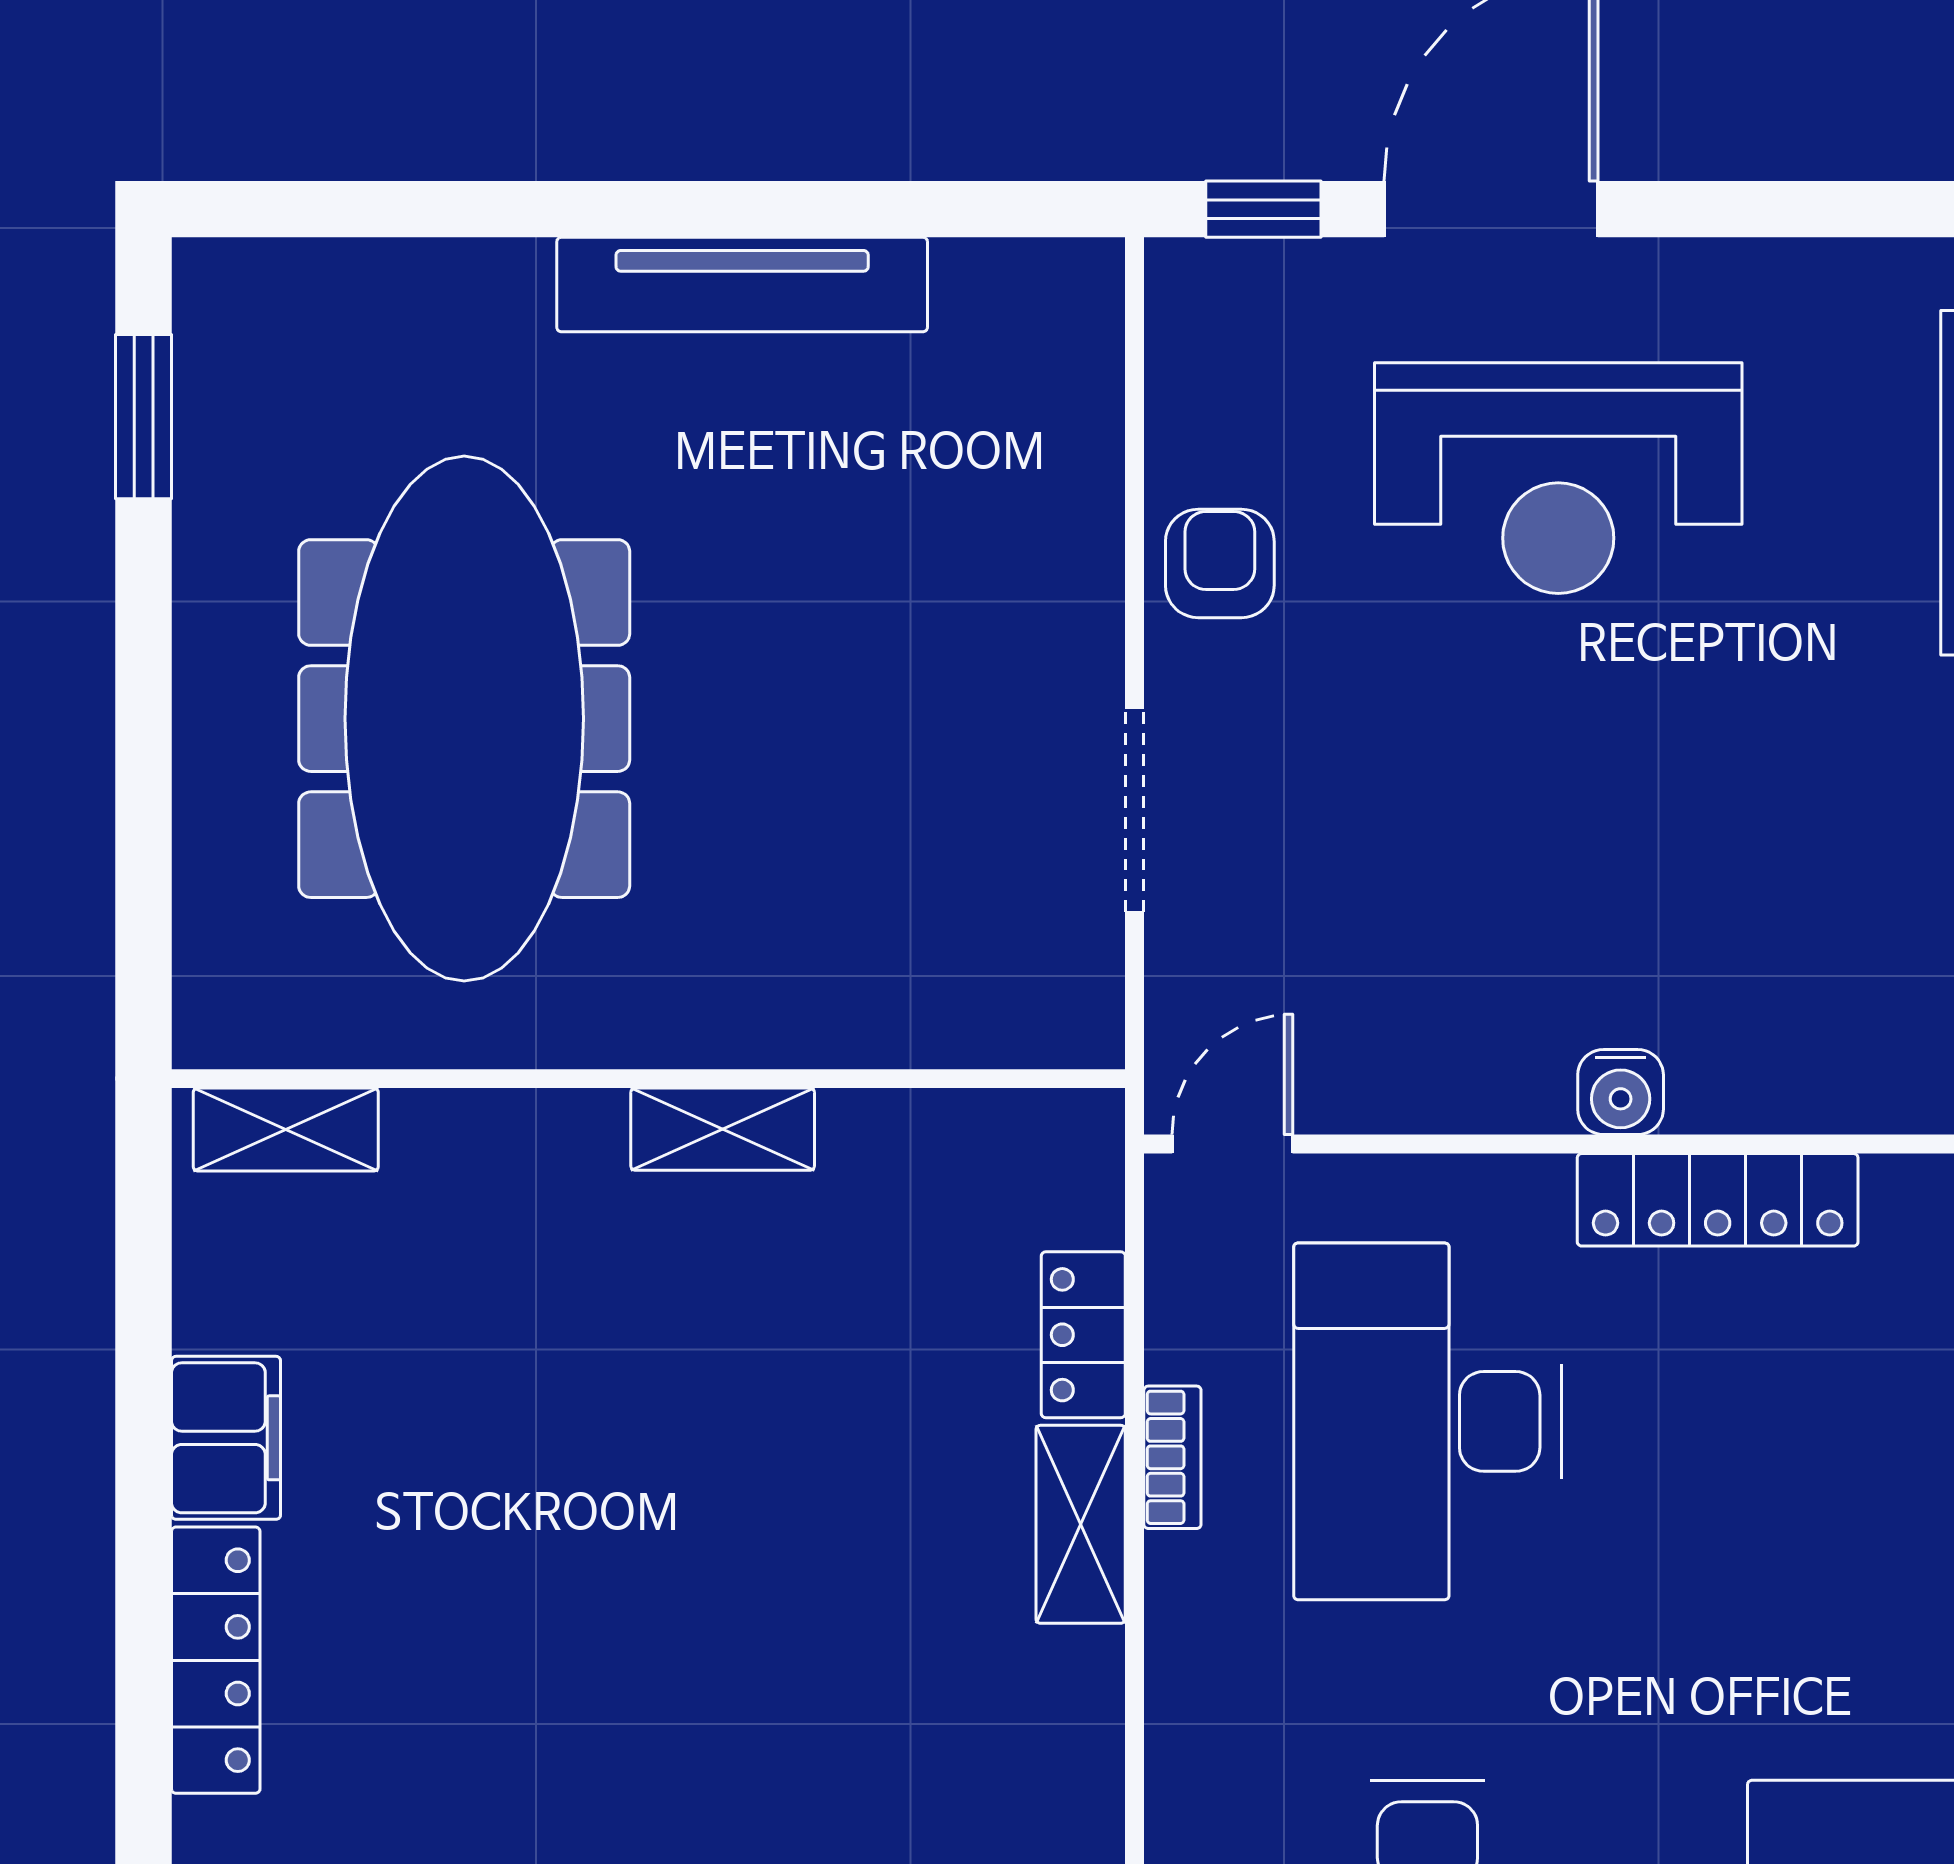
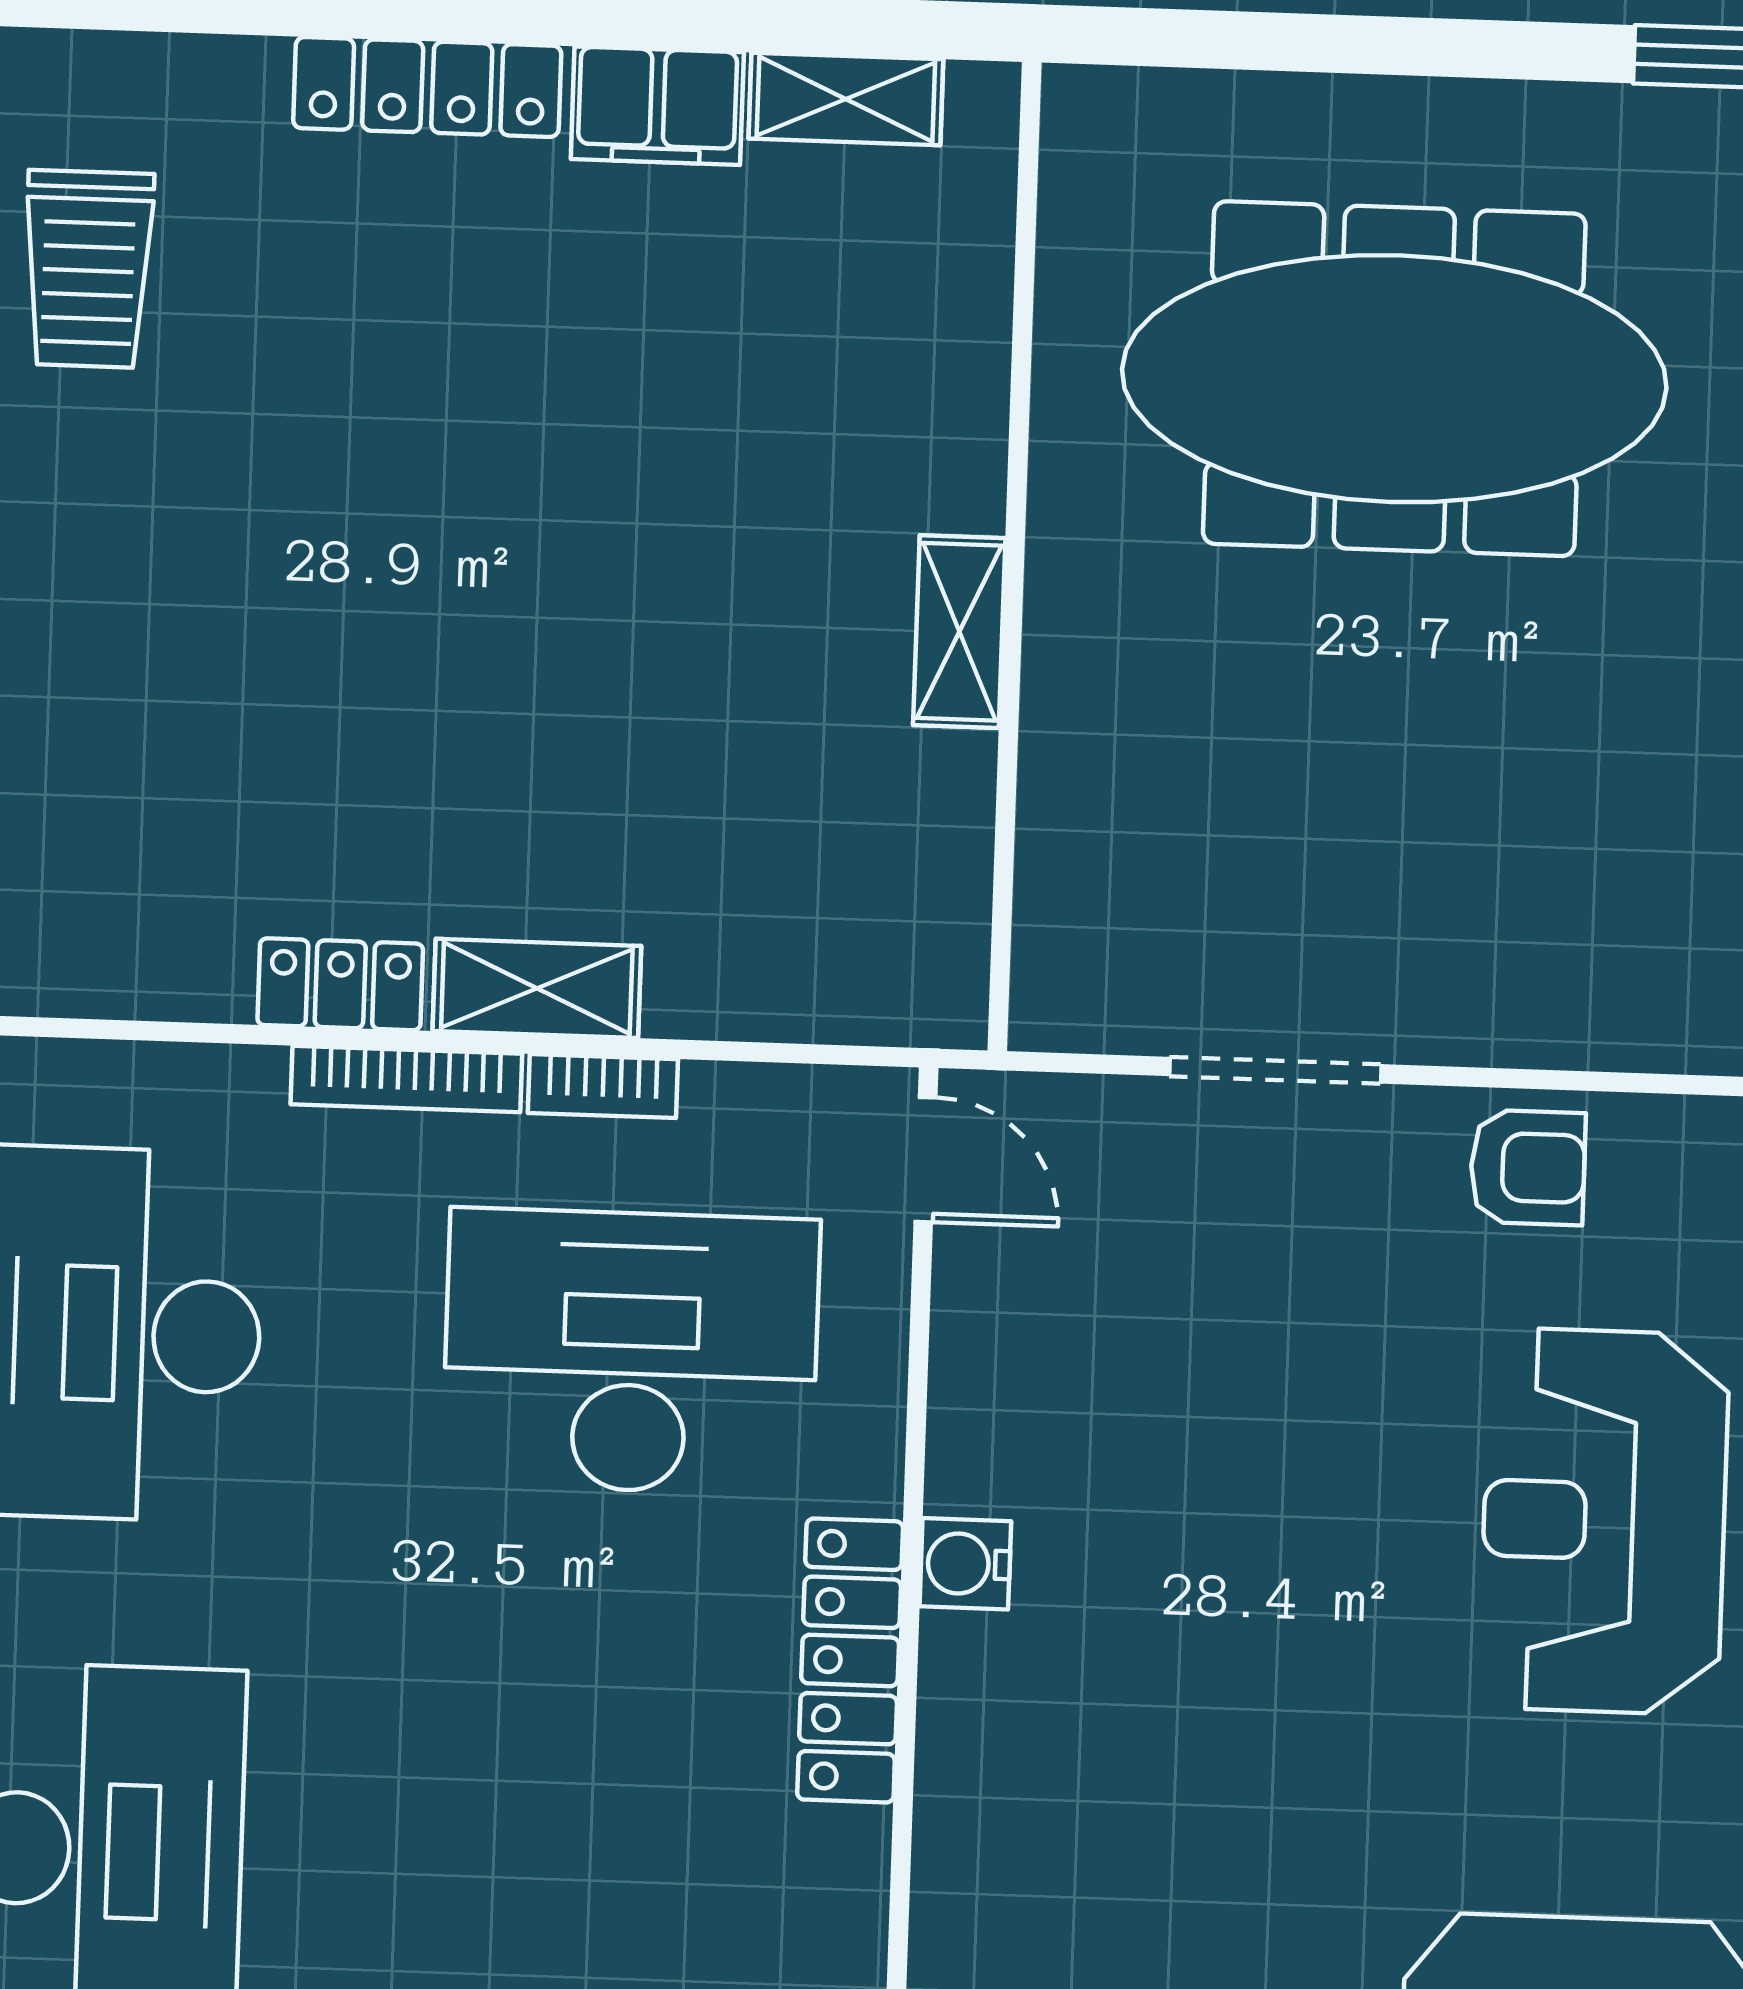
shelving: (286, 1130) -> (846, 99), moved, turned 90
locker: (1083, 1335) -> (340, 984), moved
bookcase: (1172, 1647) -> (406, 1079), added

